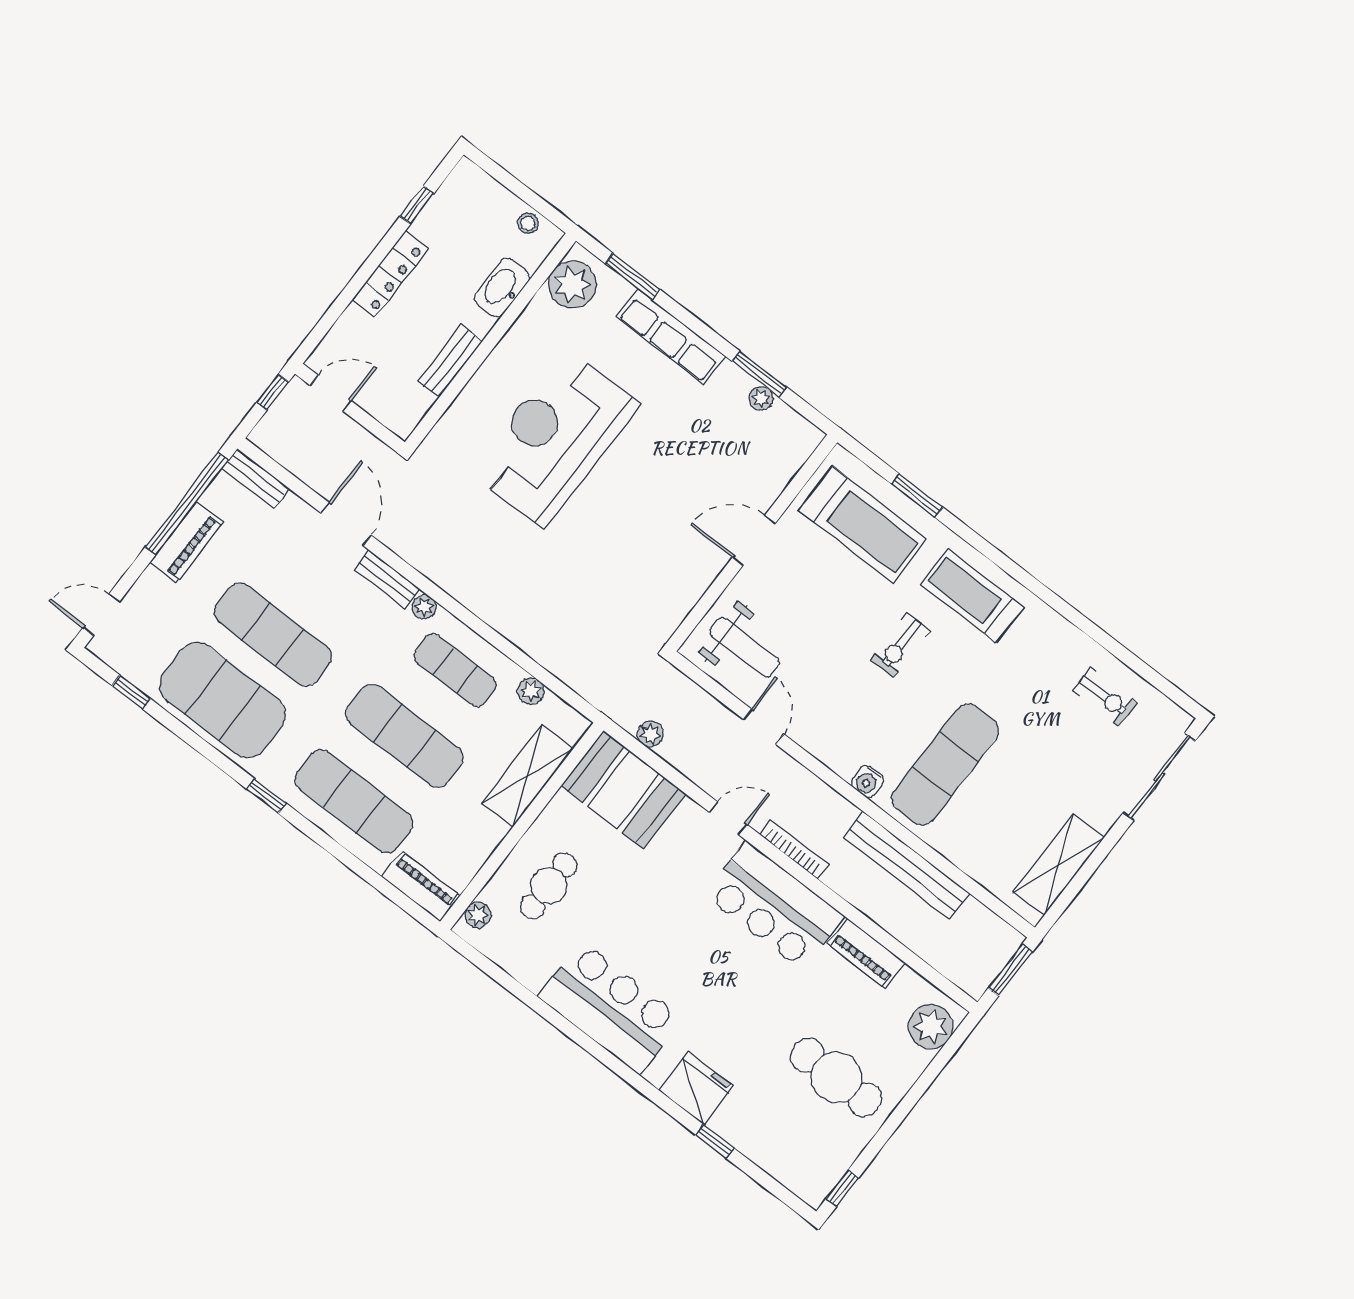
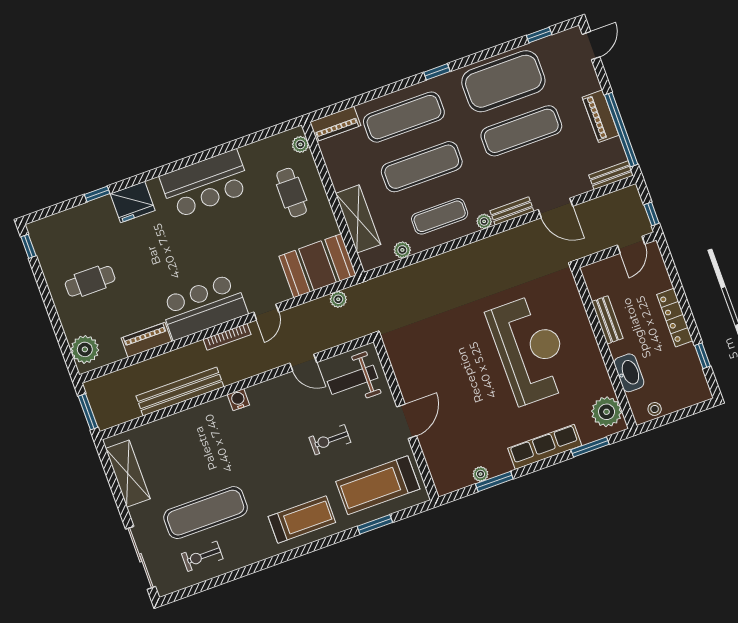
exercise bike: (900, 645) -> (330, 440), moved, turned -90
exercise mat: (945, 765) -> (206, 513), moved, turned 90
cafe table: (836, 1077) -> (90, 281), width x0.73, depth x0.74

